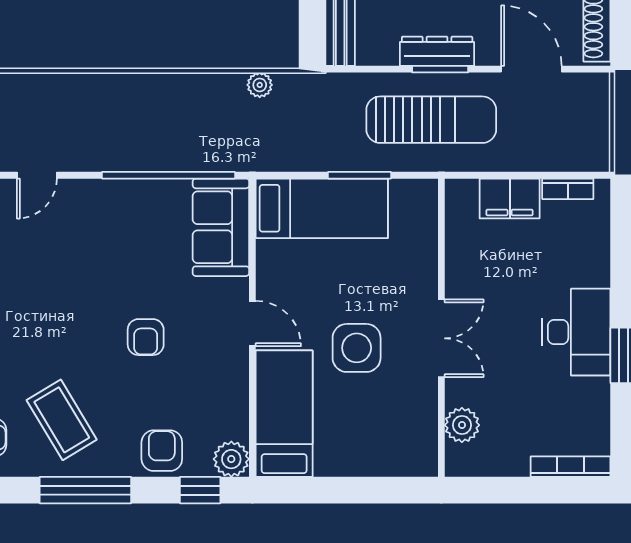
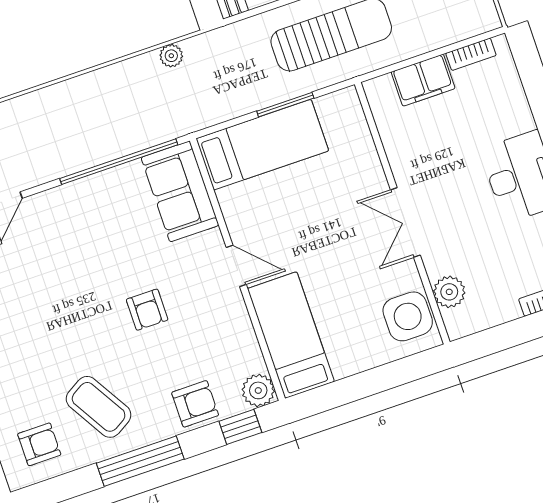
double door: (441, 338) -> (405, 222), swing flipped
side table: (357, 348) -> (408, 316), moved
armchair: (162, 451) -> (195, 404), turned 90

